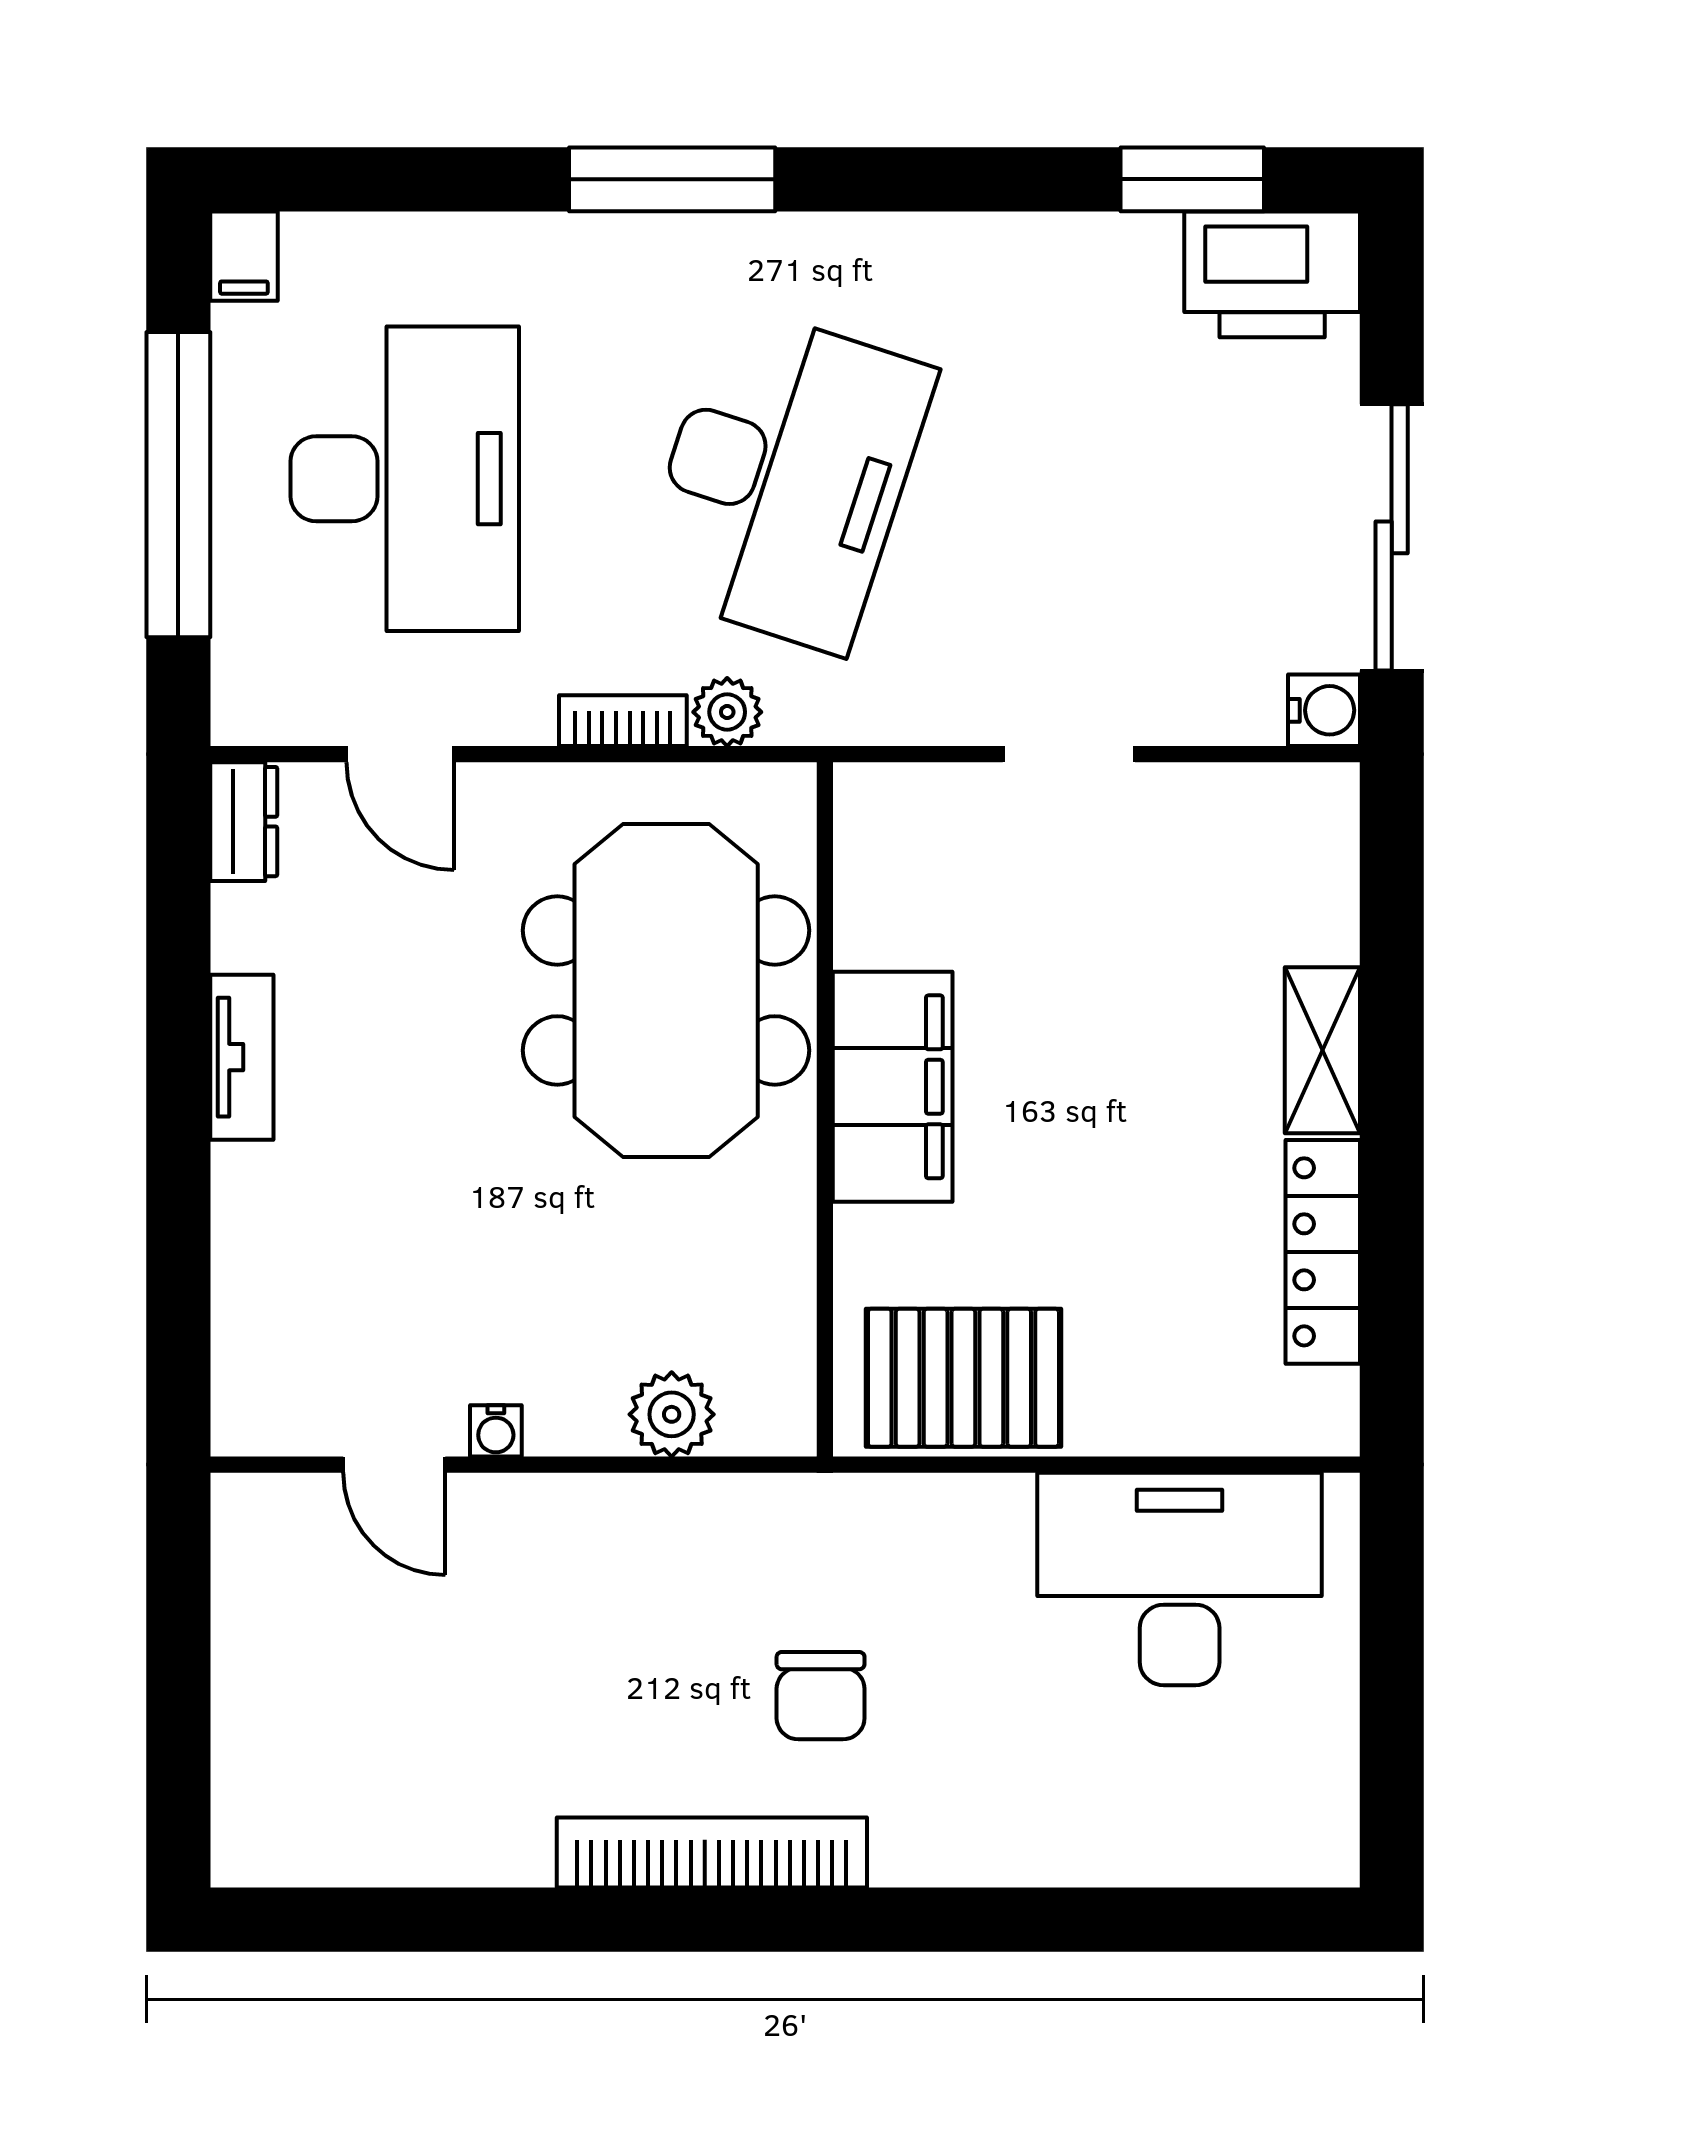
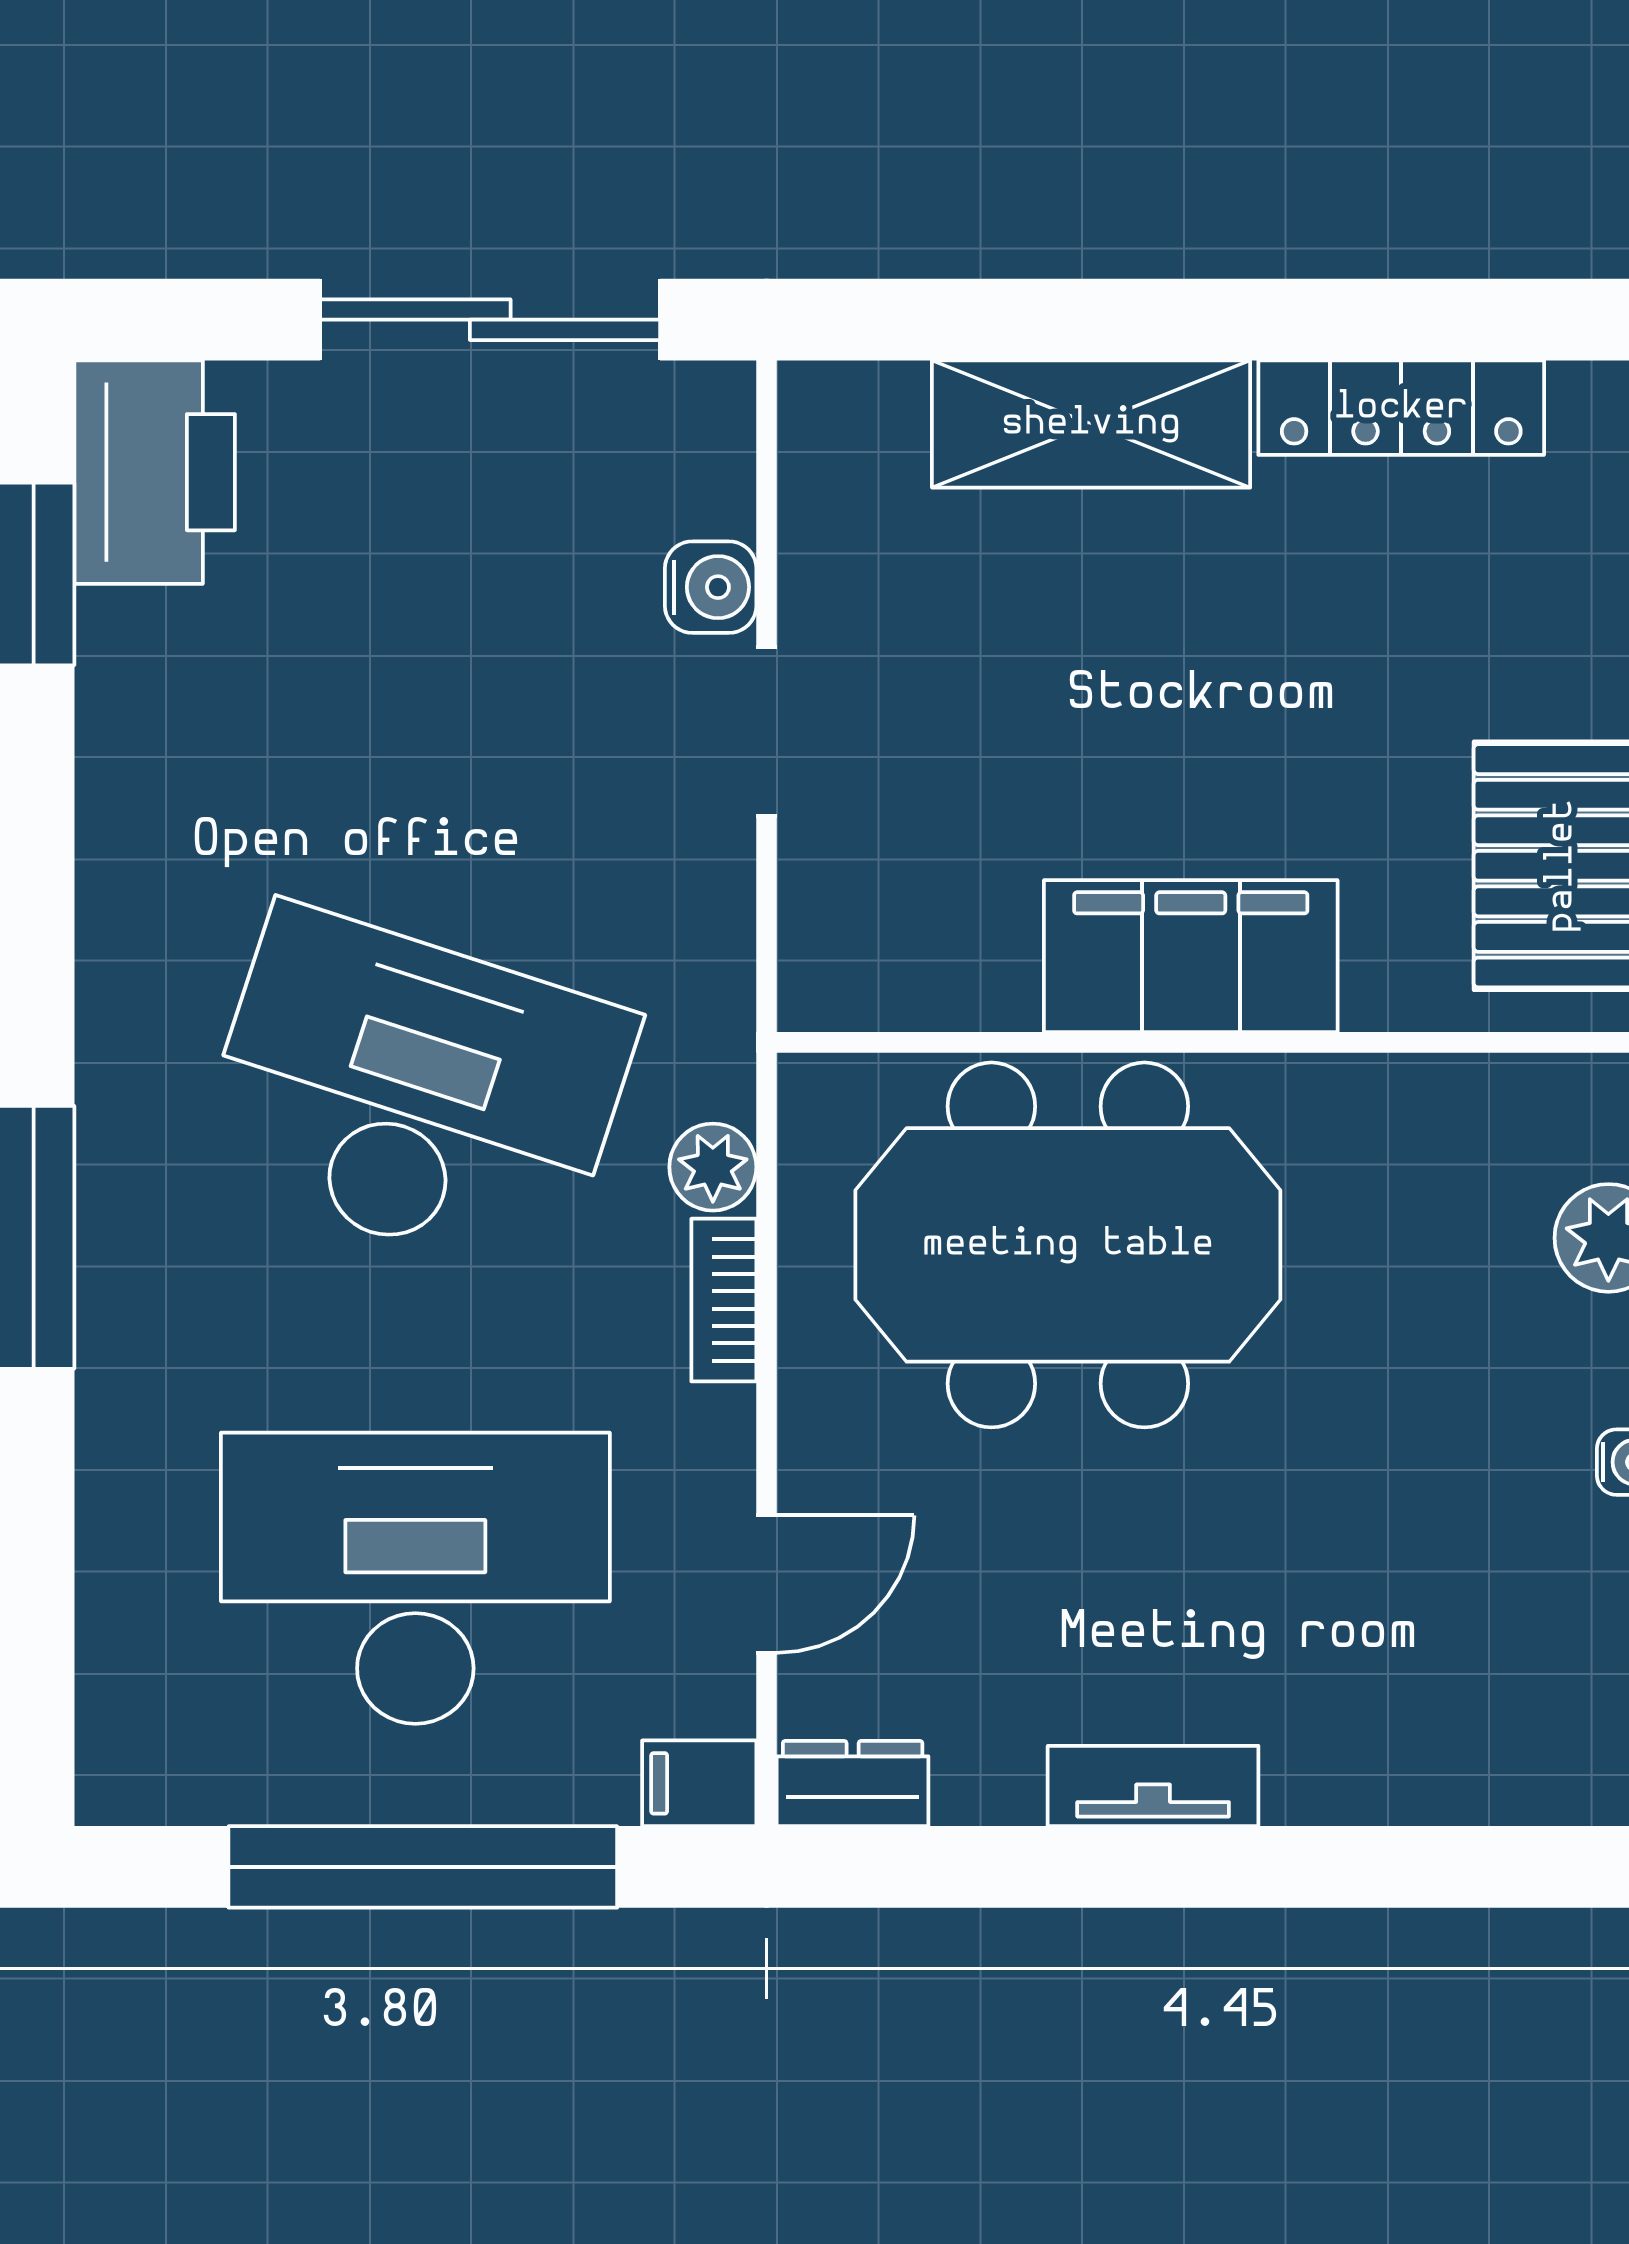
filing cabinet: (244, 256) -> (699, 1783), moved, turned 180
water cooler: (1324, 710) -> (711, 587), moved, turned 90
shelving: (1322, 1050) -> (1091, 424), width x1.50, depth x1.33

